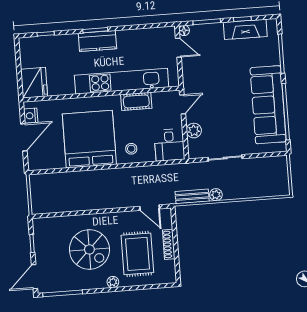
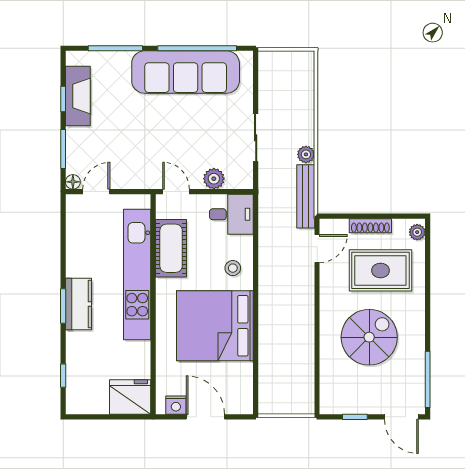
cot: (136, 101) -> (171, 248), width x1.37, depth x1.34
bench: (192, 196) -> (306, 196), width x1.36
plant: (113, 282) -> (417, 232), moved

